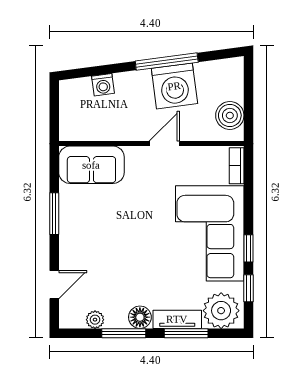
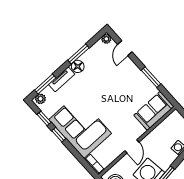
plant: (221, 311) -> (40, 99), width x0.53, depth x0.53
plant: (95, 320) -> (106, 39), moved
window: (186, 333) -> (45, 84), moved

